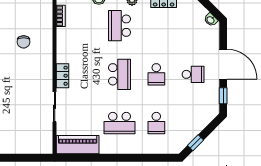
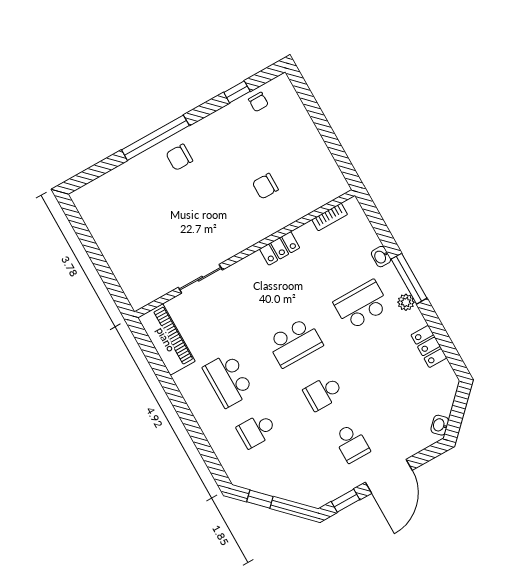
locker: (63, 76) -> (280, 248), moved

